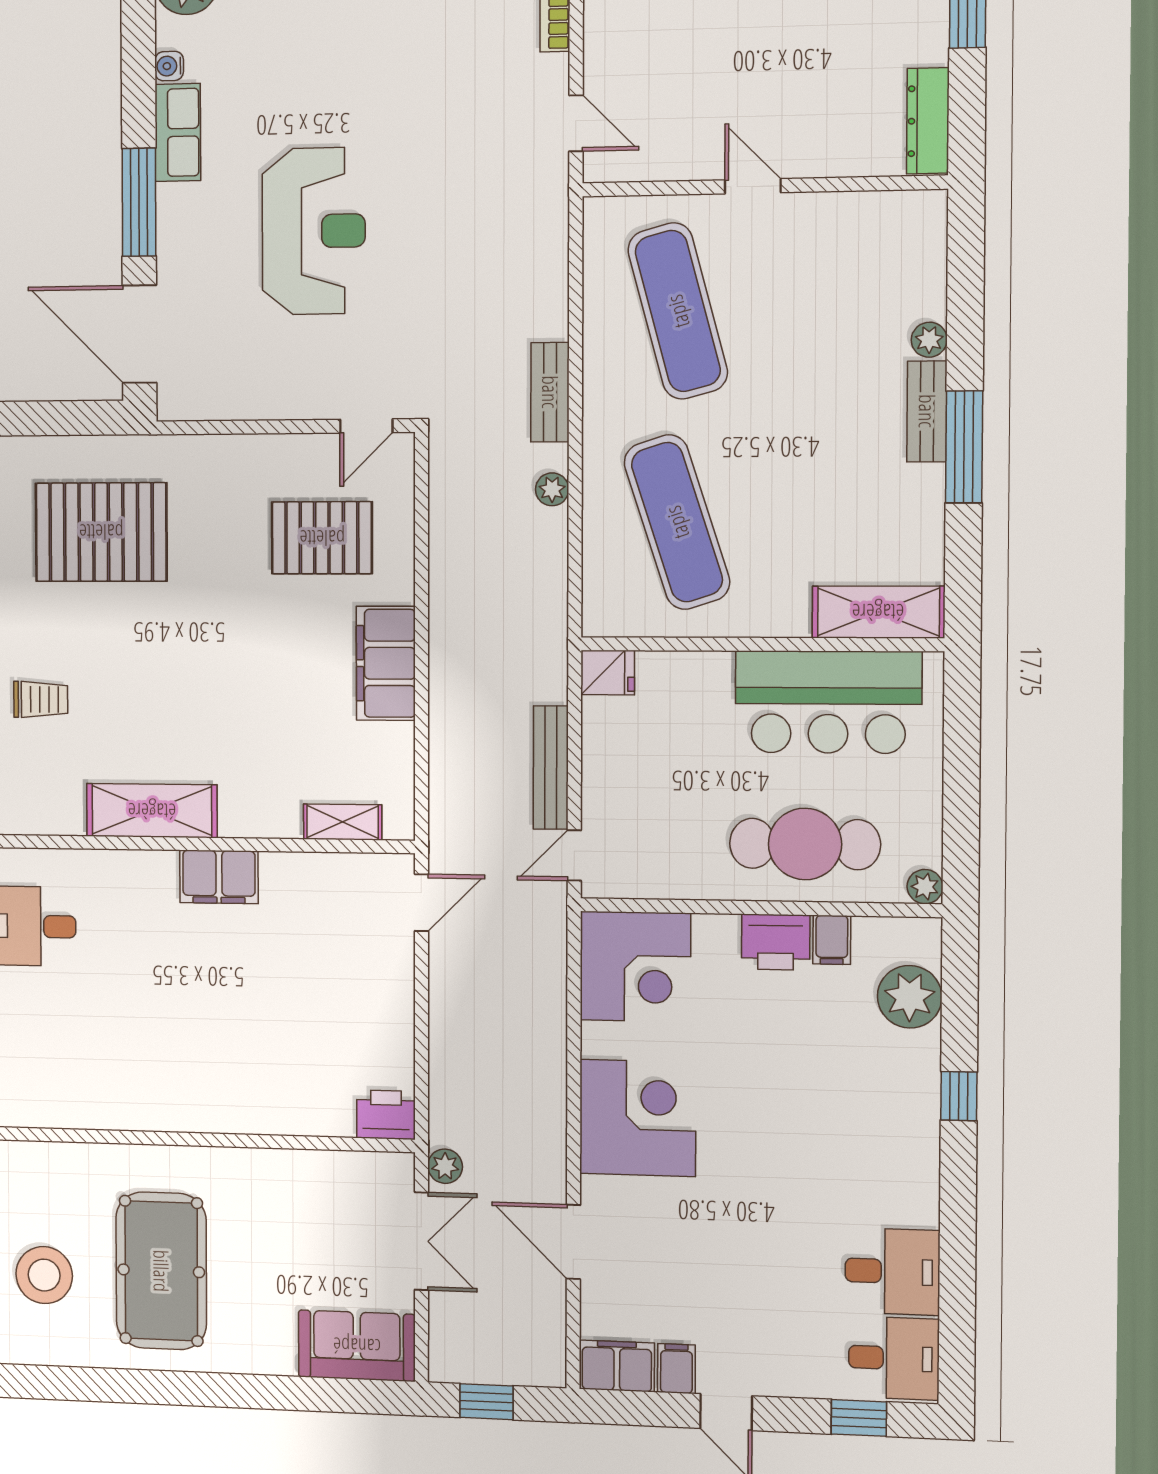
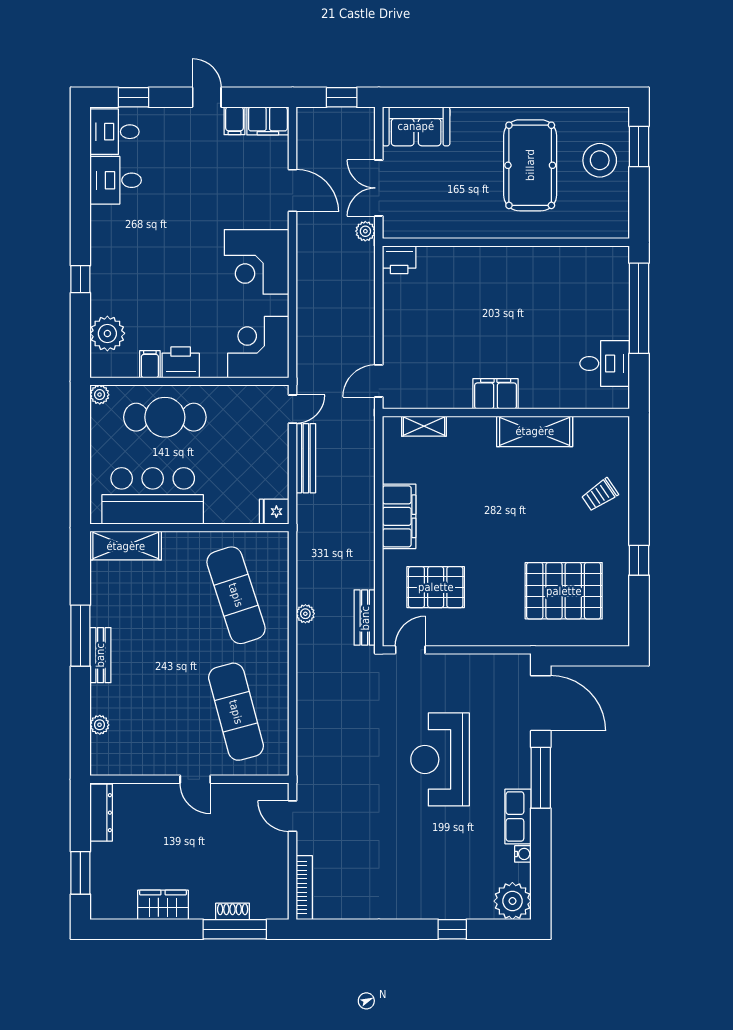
plant: (929, 340) -> (100, 725), moved
bench: (550, 392) -> (365, 618), moved
trolley: (41, 699) -> (600, 495), turned -34

